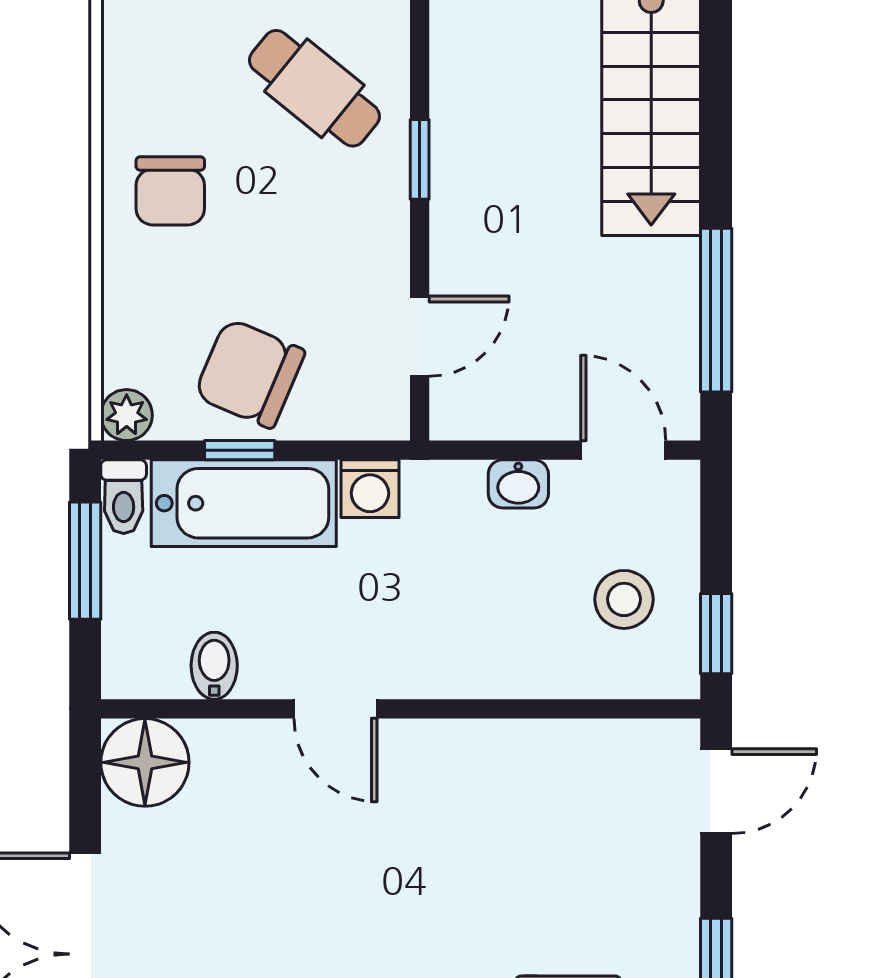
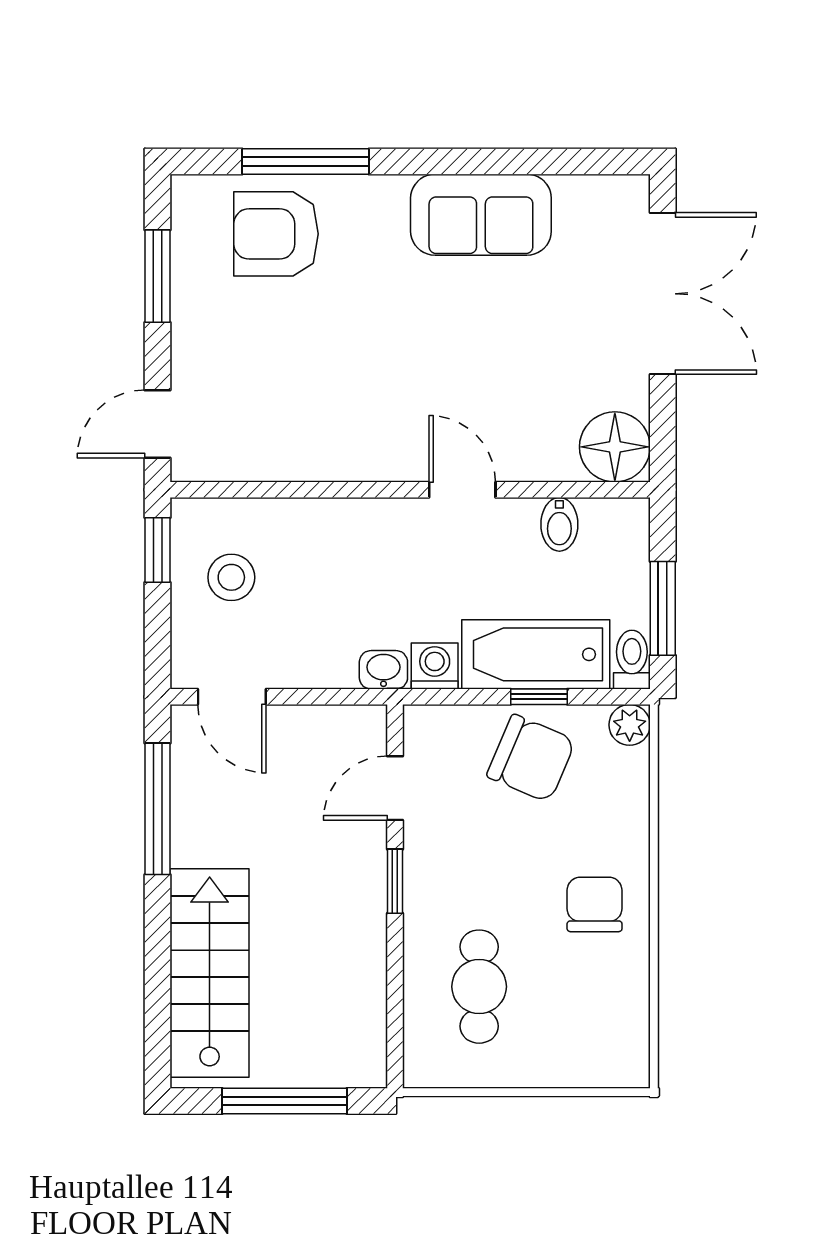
cafe table: (314, 88) -> (479, 987), turned 51
window: (420, 159) -> (395, 881), moved
washbasin: (518, 484) -> (383, 670), moved

